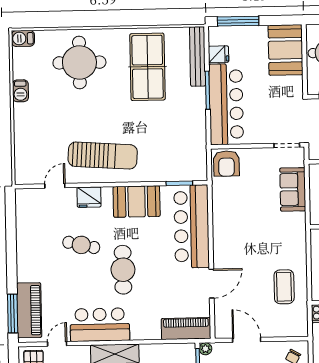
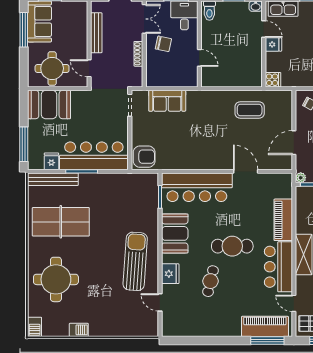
piano: (186, 329) -> (283, 220), moved

